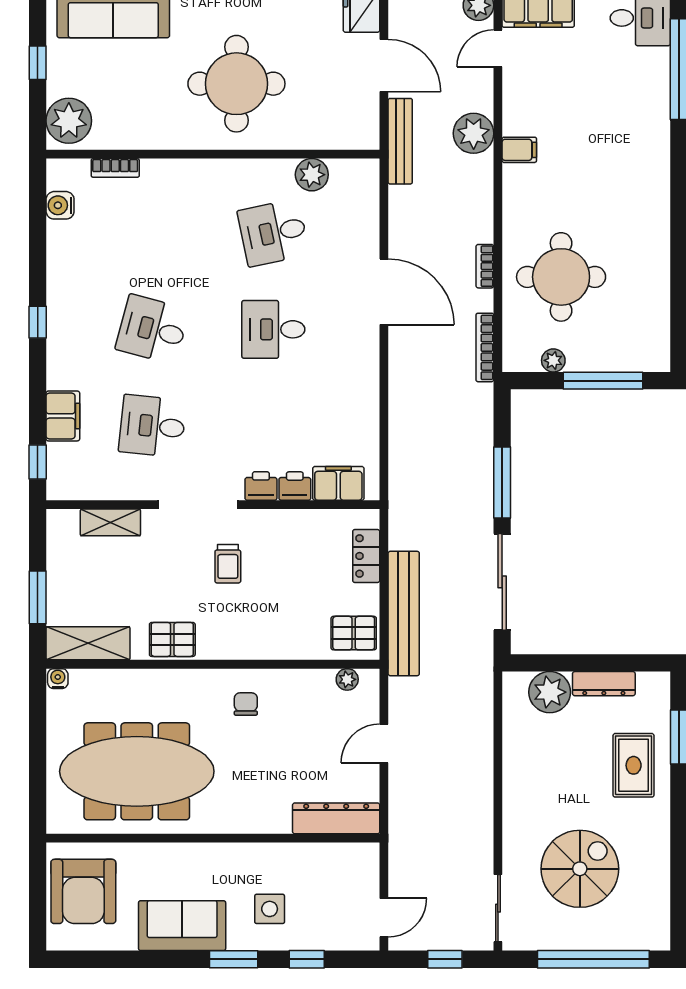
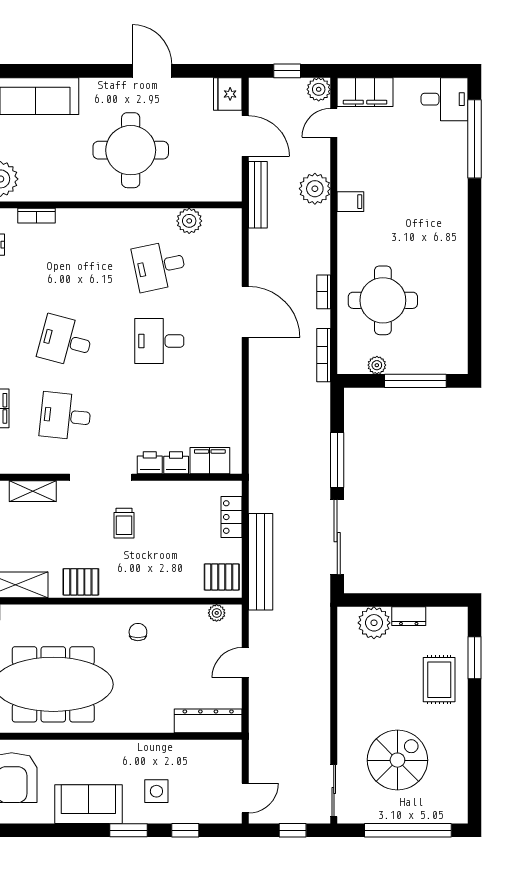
dresser: (604, 684) -> (409, 616), width x0.70

